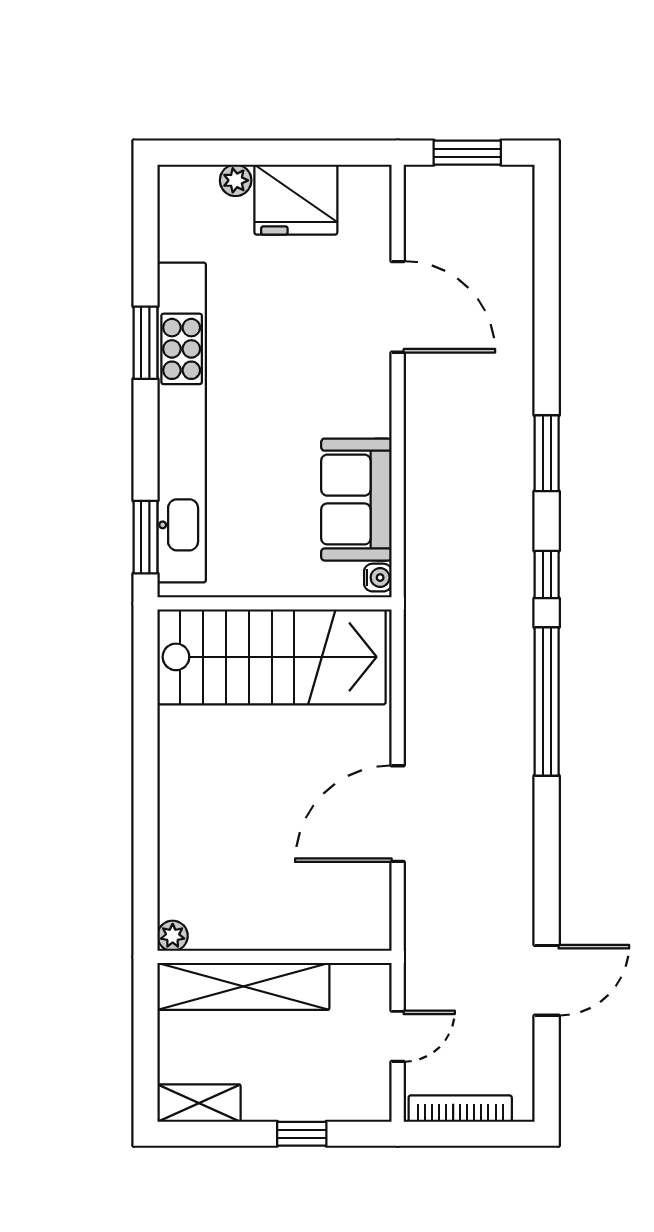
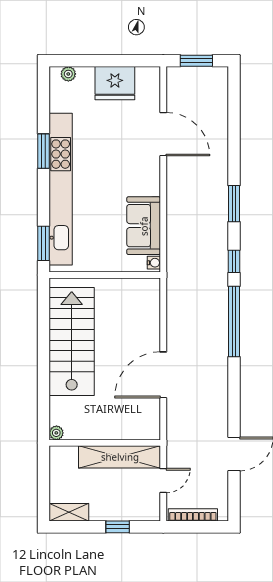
plant: (236, 180) -> (68, 74), moved
stairs: (272, 657) -> (72, 341), moved, turned -90
shelving: (243, 986) -> (120, 457), moved

